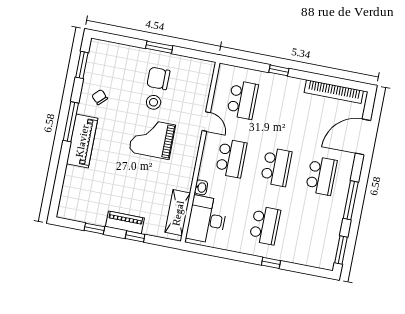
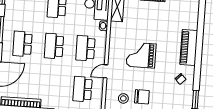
stool: (154, 102) -> (123, 98), moved
door: (206, 121) -> (106, 71), hinge flipped
window: (71, 122) -> (198, 60), removed
grand piano: (152, 138) -> (141, 55), turned 180

